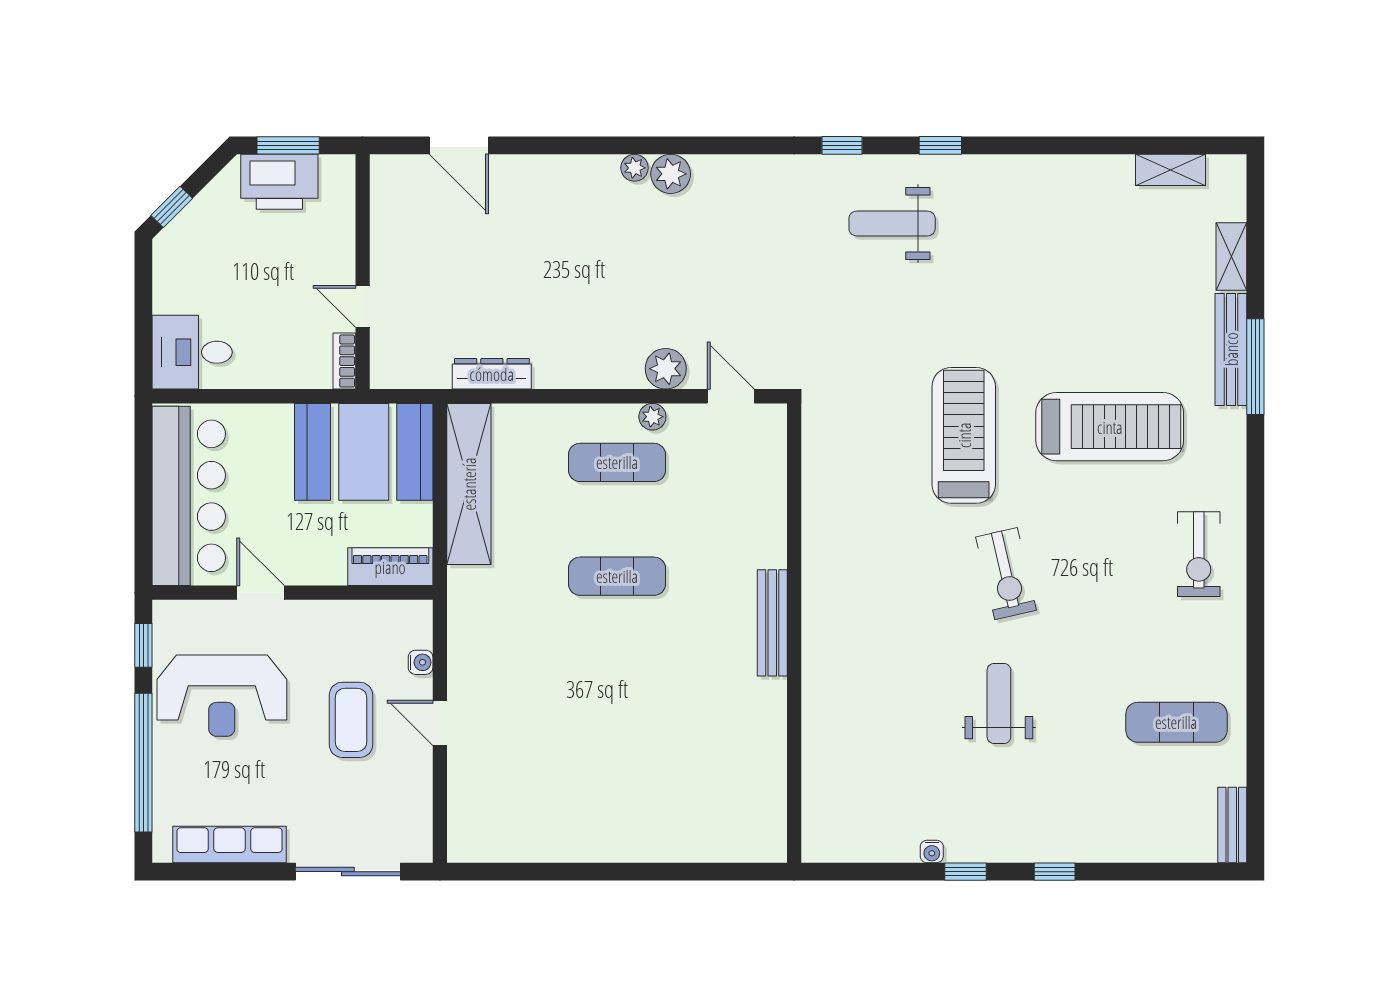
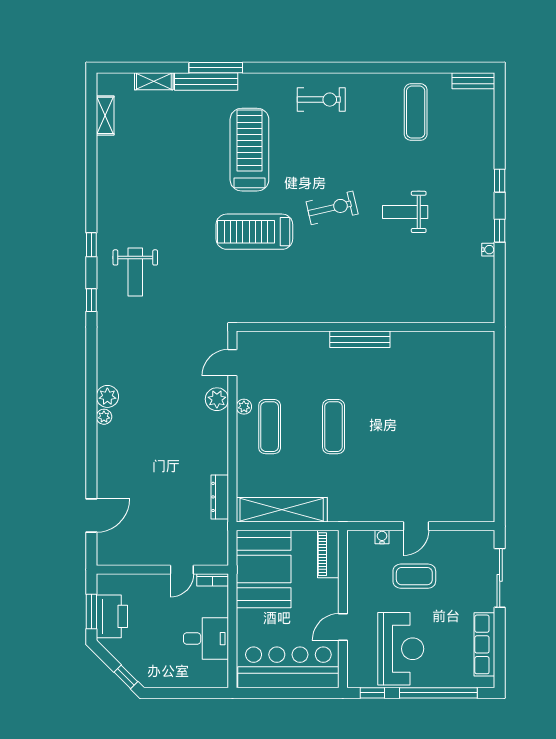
desk: (192, 352) -> (206, 639), moved, turned -90

